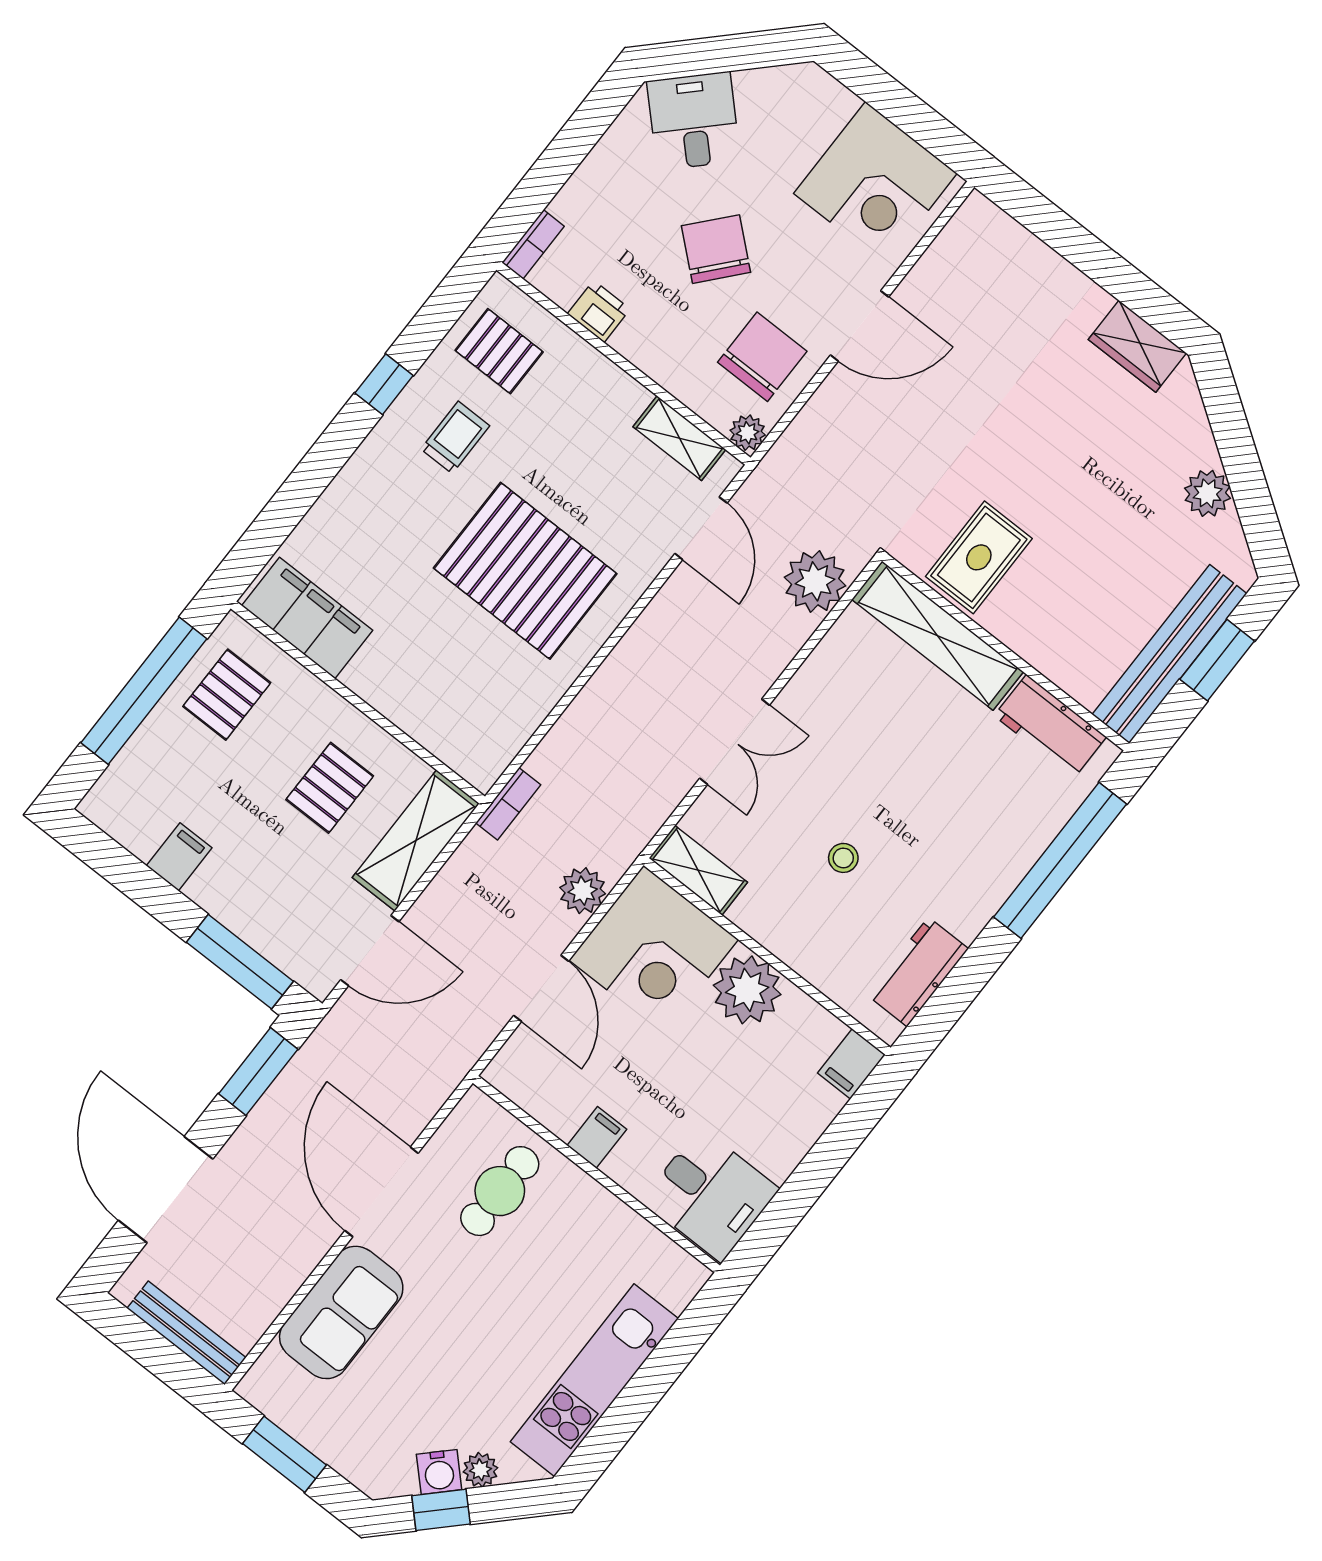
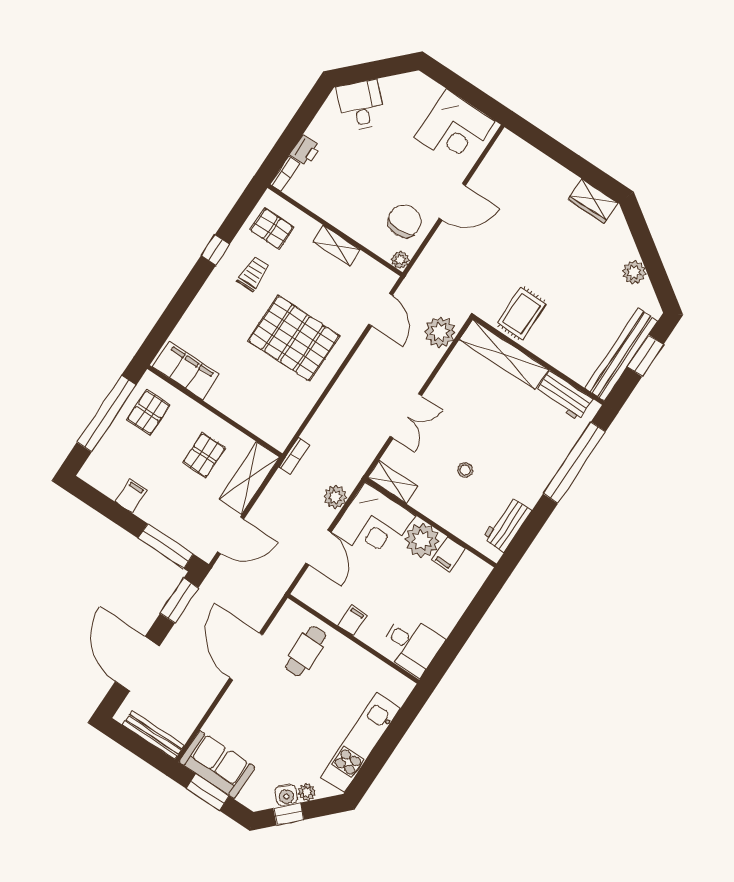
chair: (716, 249) -> (377, 169), removed
printer: (599, 312) -> (305, 150), moved, turned 90
shelving: (679, 438) -> (337, 246), moved
filing cabinet: (851, 1064) -> (448, 554), moved
sofa: (341, 1312) -> (217, 765), moved, turned -90

